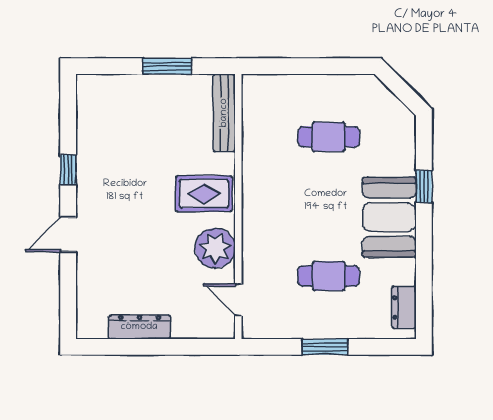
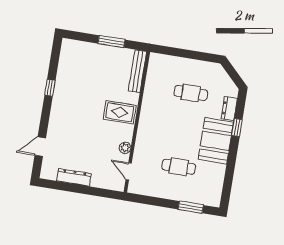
door: (68, 235) -> (40, 147), moved
plant: (215, 248) -> (125, 148), width x0.53, depth x0.53
dresser: (404, 307) -> (229, 109), moved
window: (325, 347) -> (191, 207), moved

